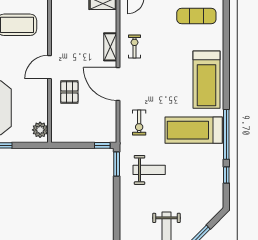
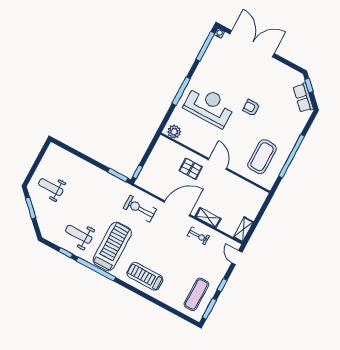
treadmill: (206, 80) -> (145, 276), width x0.73, depth x0.73
exercise bike: (139, 123) -> (140, 209), width x1.38, depth x1.39
weight bench: (149, 170) -> (79, 234), moved, turned 90

